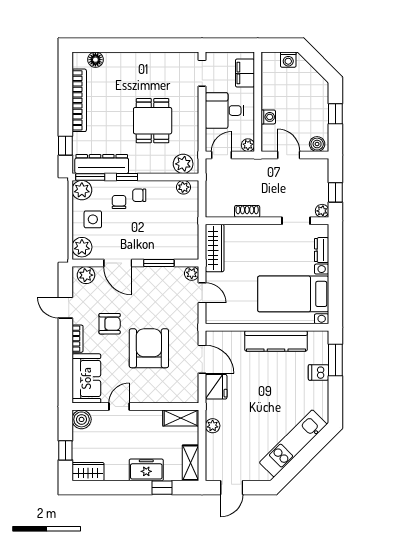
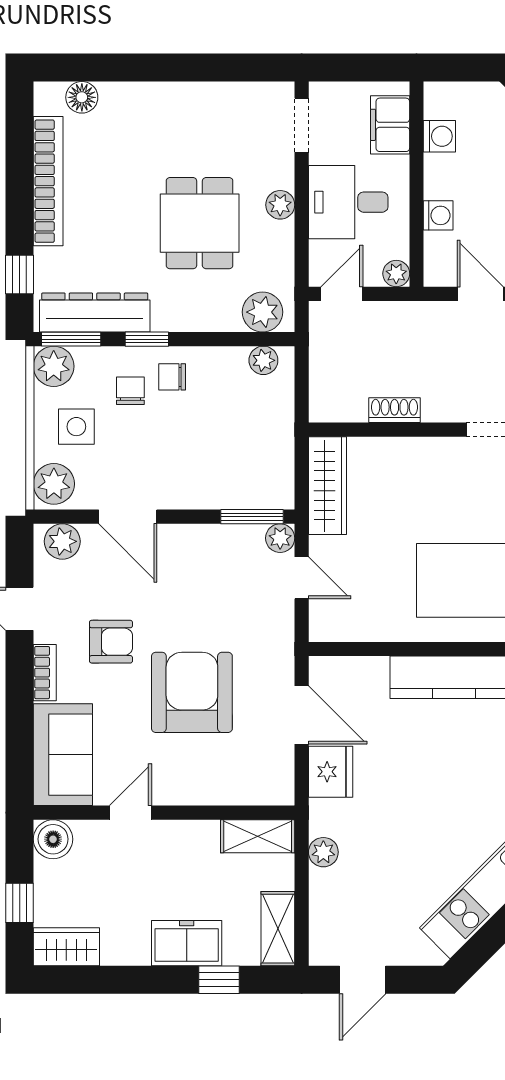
washing machine: (288, 60) -> (439, 136), moved, turned -90
plant: (192, 112) -> (280, 205), added
window: (159, 263) -> (252, 517), moved

